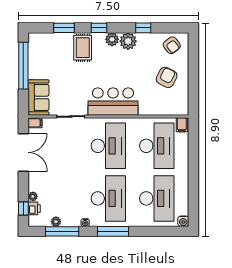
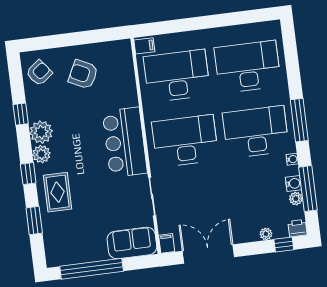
rug: (83, 48) -> (58, 192), turned 90
printer: (34, 208) -> (298, 228), moved
water cooler: (183, 221) -> (293, 184), moved

